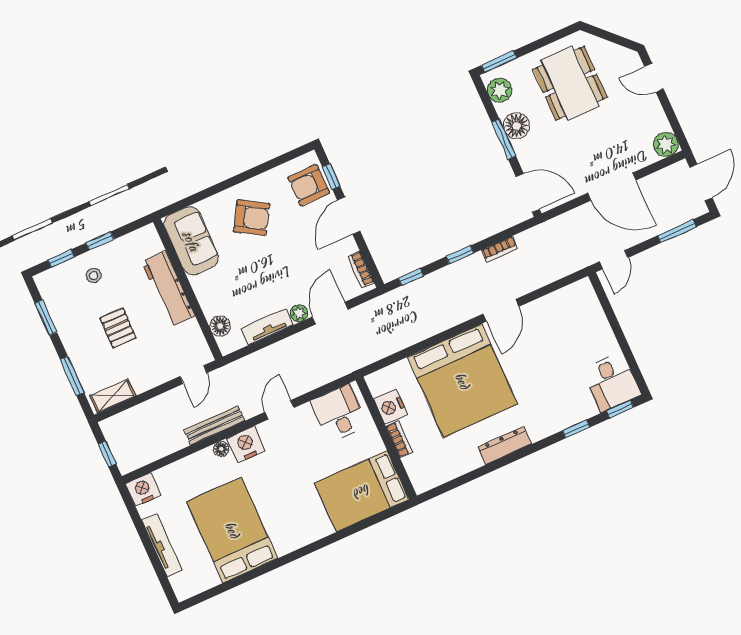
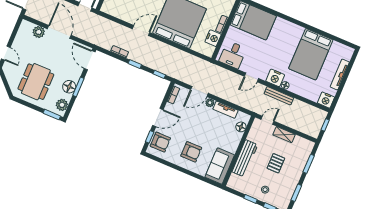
plant: (666, 144) -> (39, 32), moved
armchair: (252, 218) -> (191, 152), turned 149
shelving: (113, 396) -> (284, 135), moved

